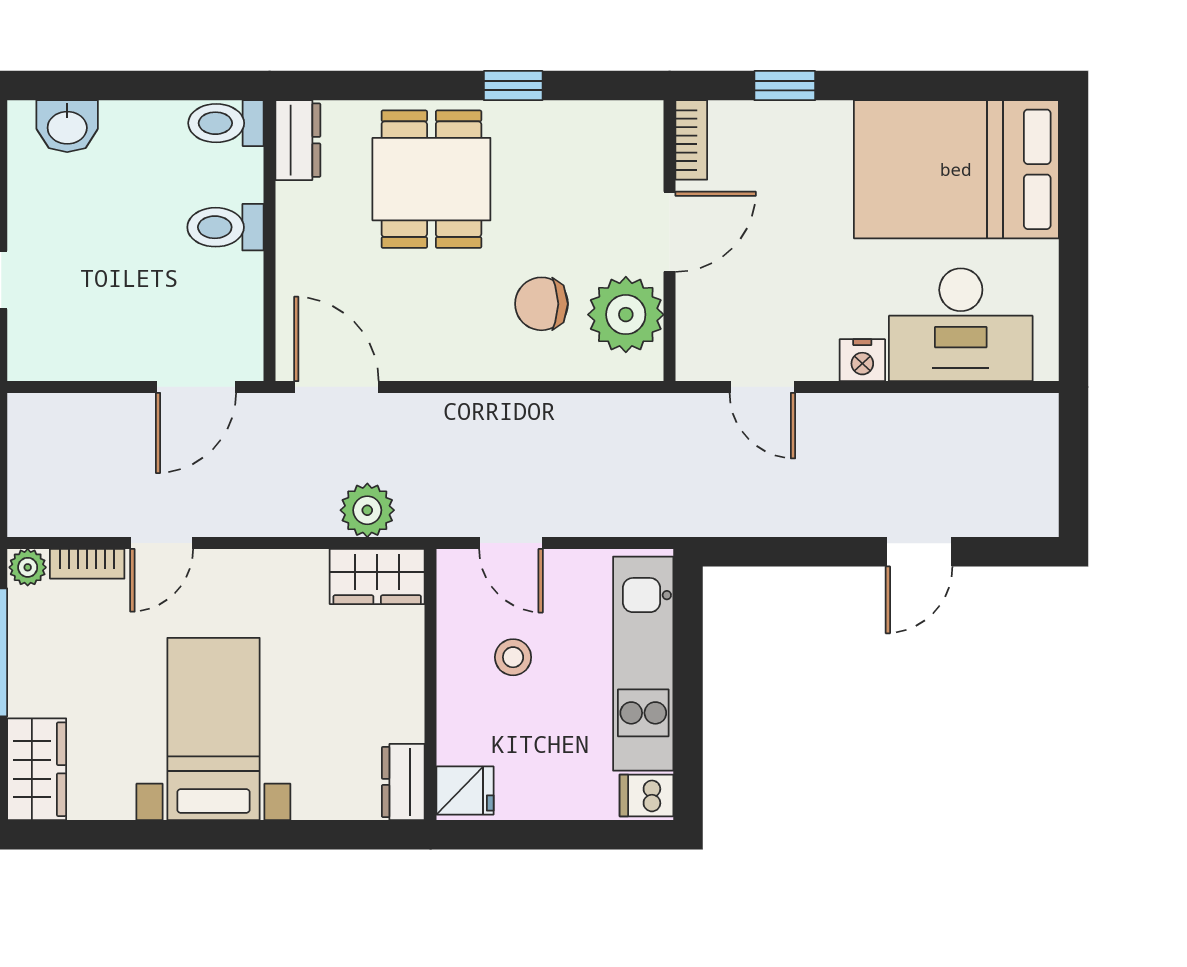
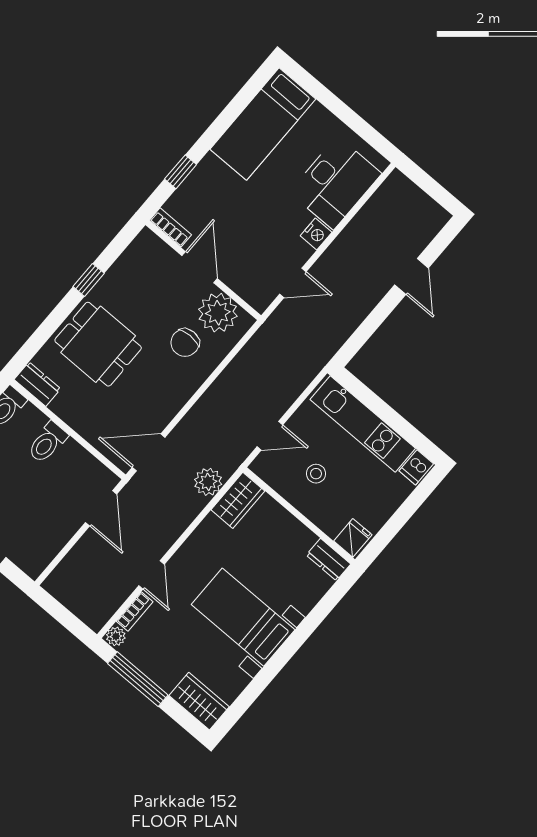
bed: (956, 169) -> (263, 124), width x0.67

